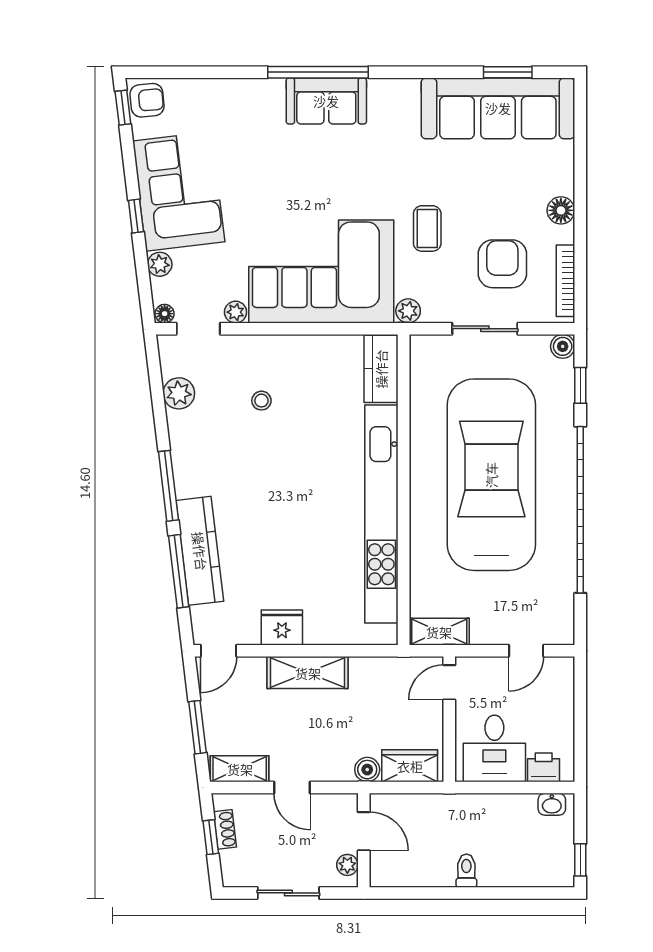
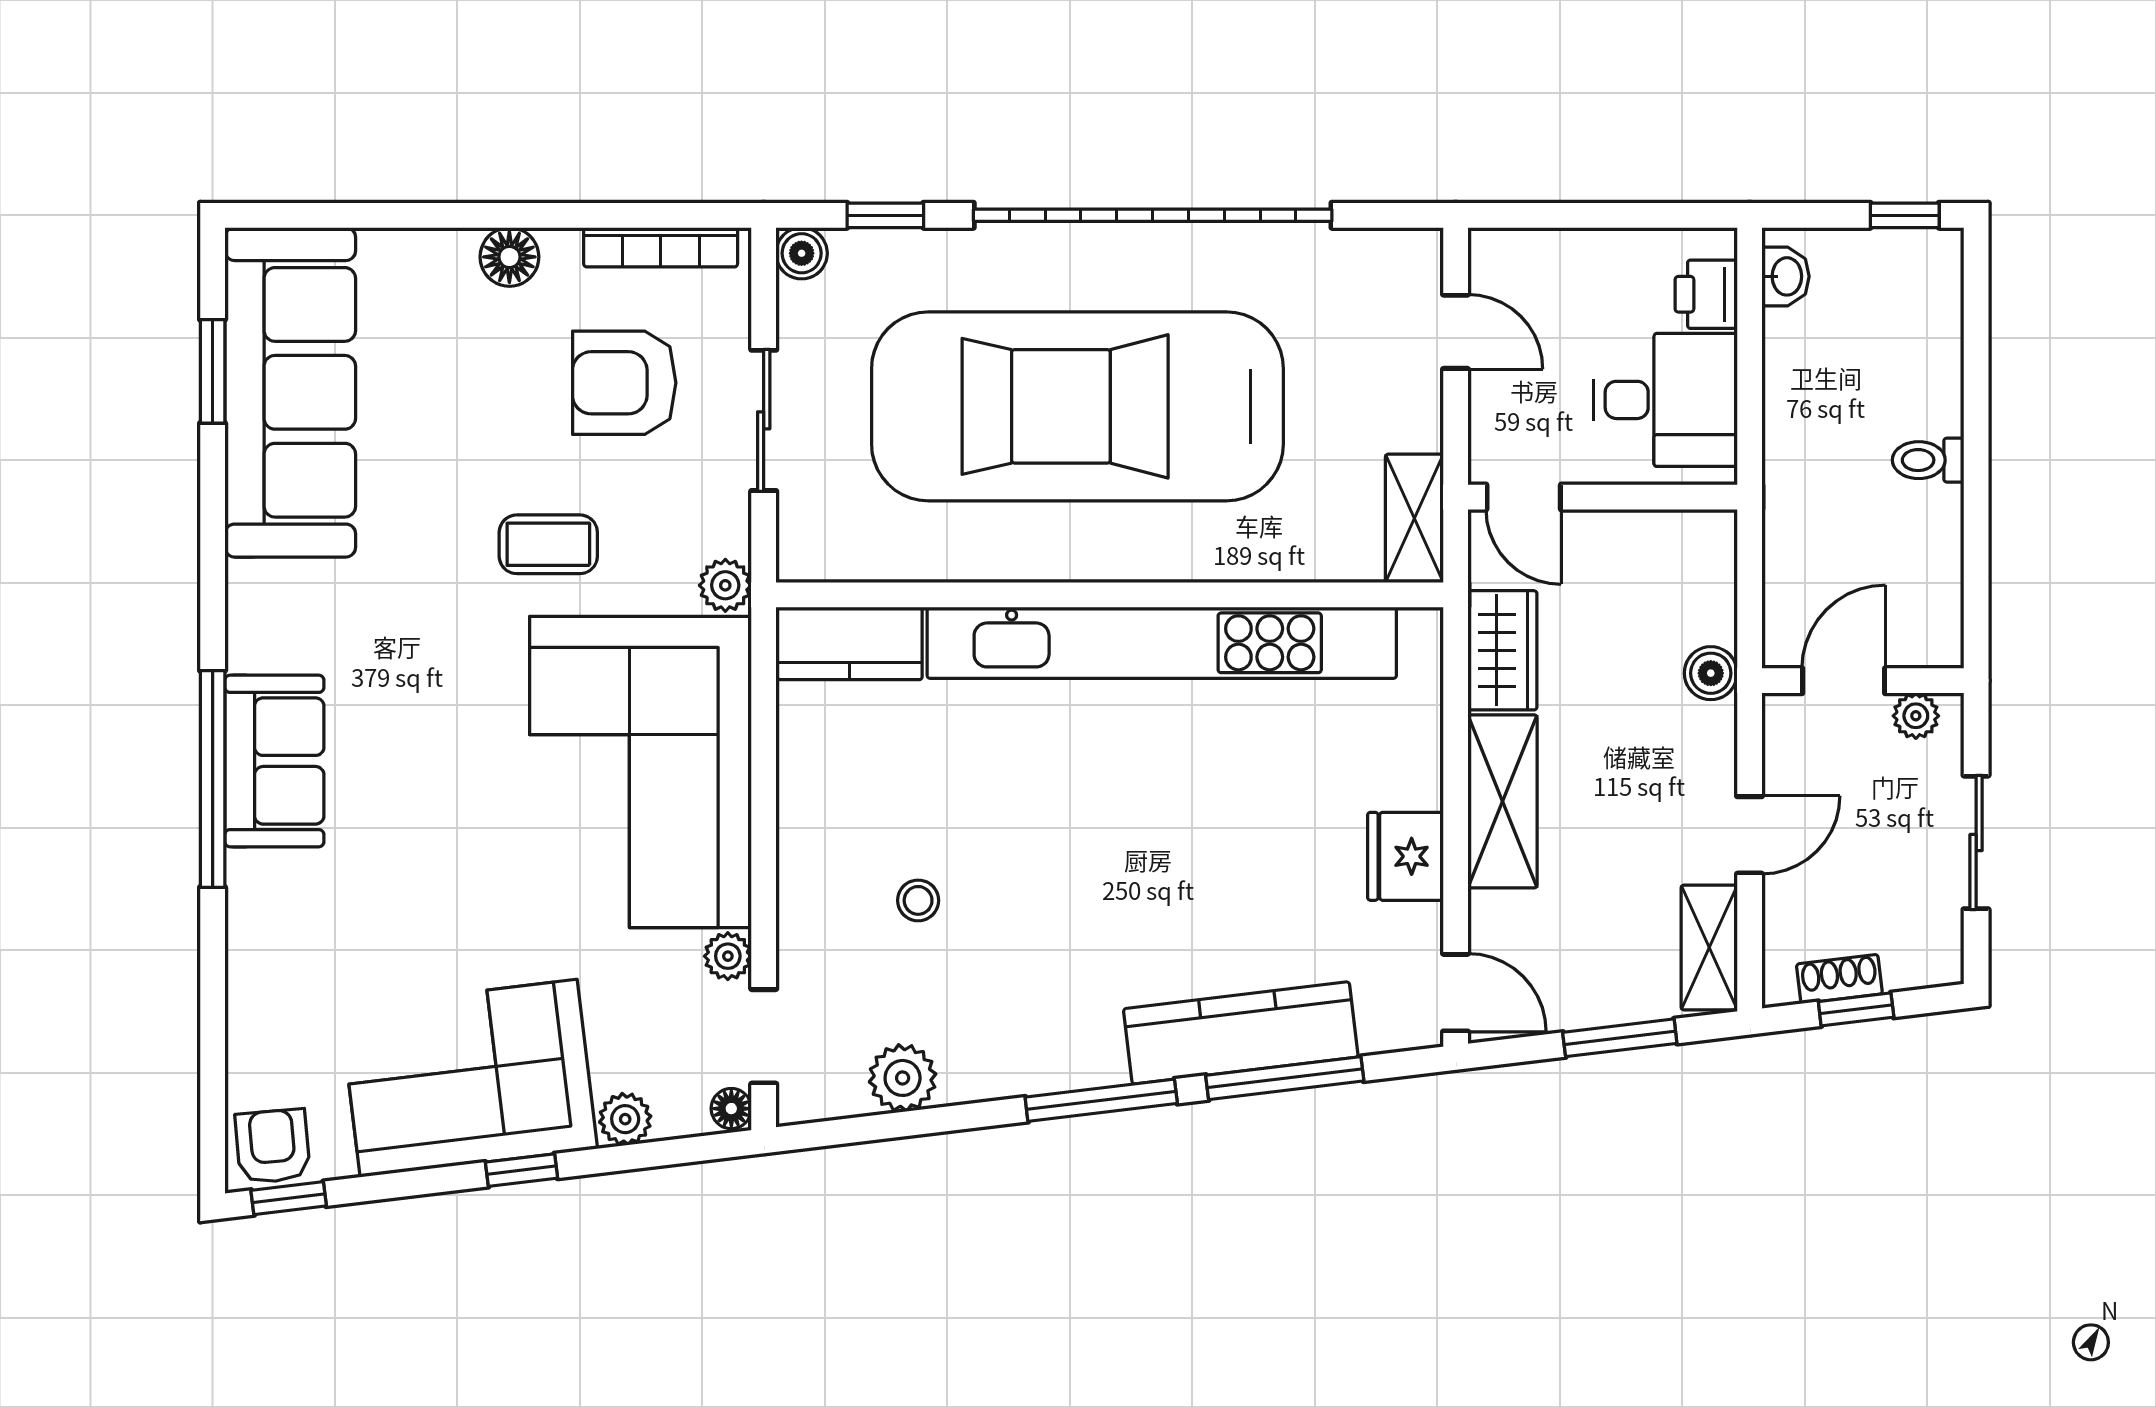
wardrobe: (410, 766) -> (1502, 650), moved, turned 180

